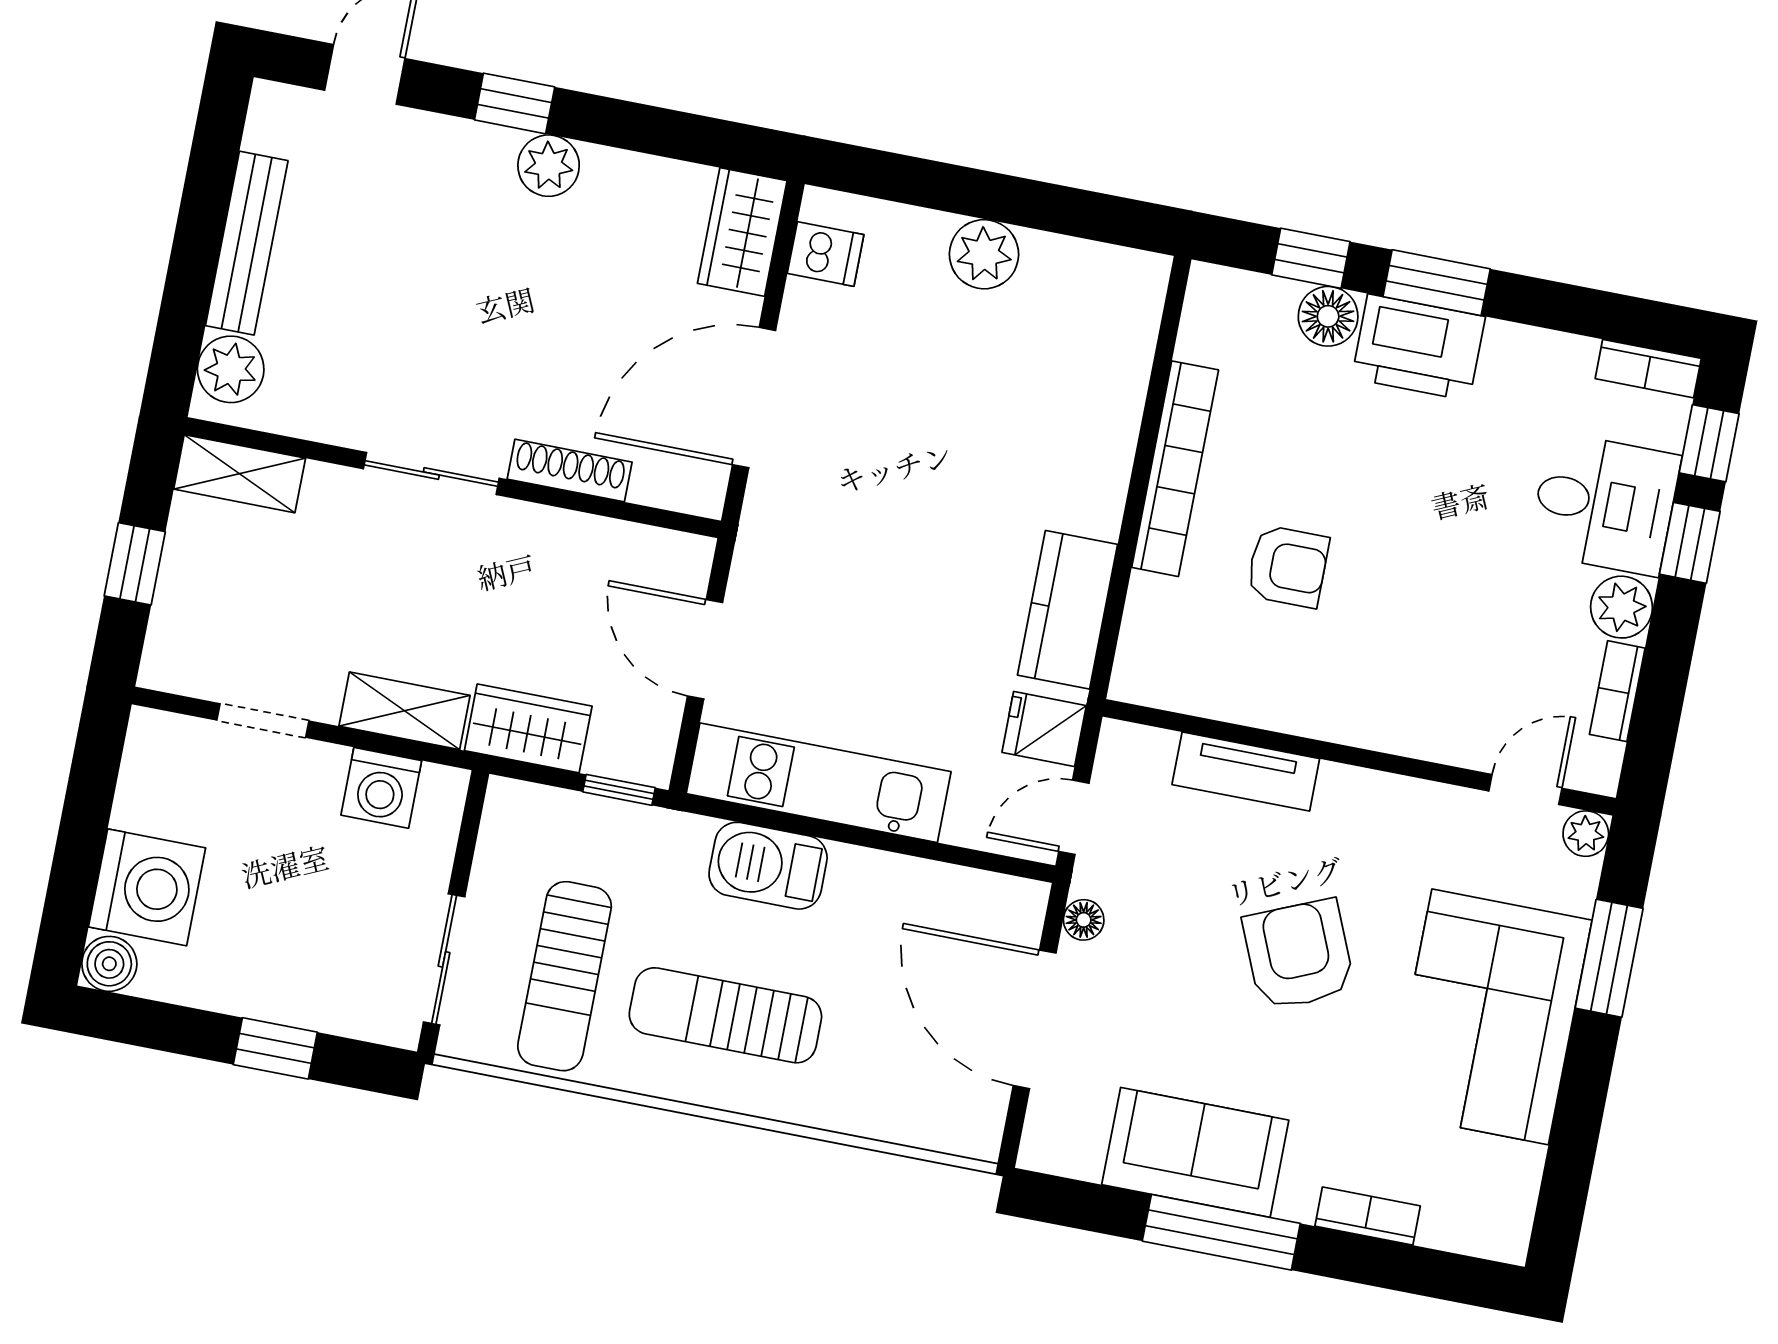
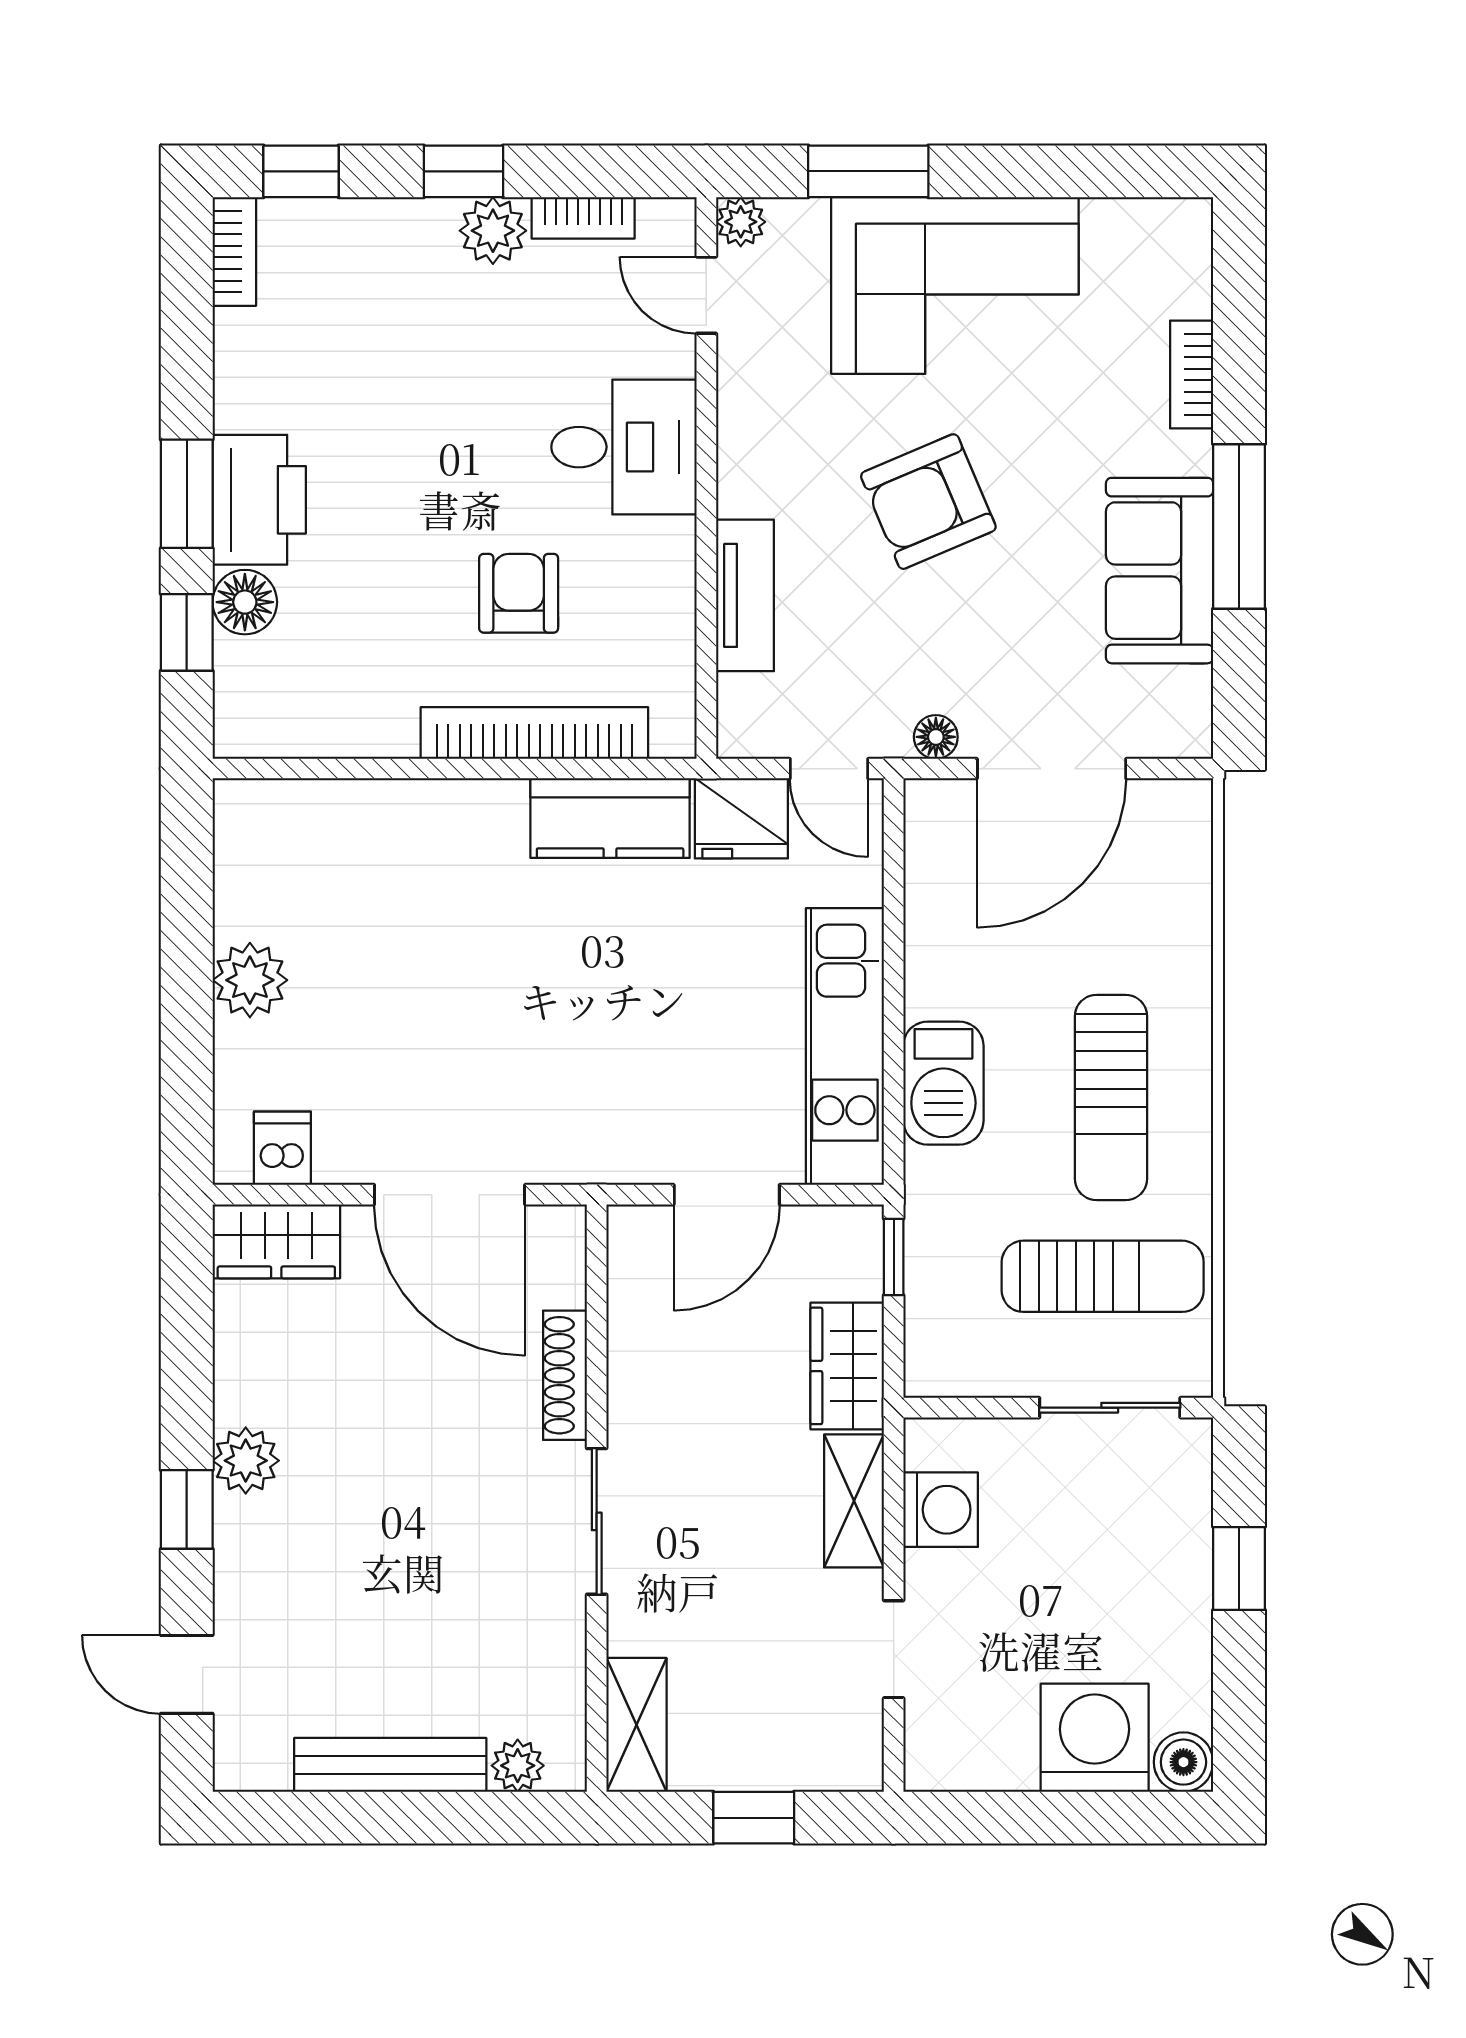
plant: (231, 369) -> (518, 1766), width x0.73, depth x0.73
bookcase: (1175, 469) -> (534, 733), moved
desk: (1605, 504) -> (624, 447), moved, turned 90
window: (1690, 543) -> (463, 171), moved
fridge: (1044, 729) -> (741, 818), width x1.38

